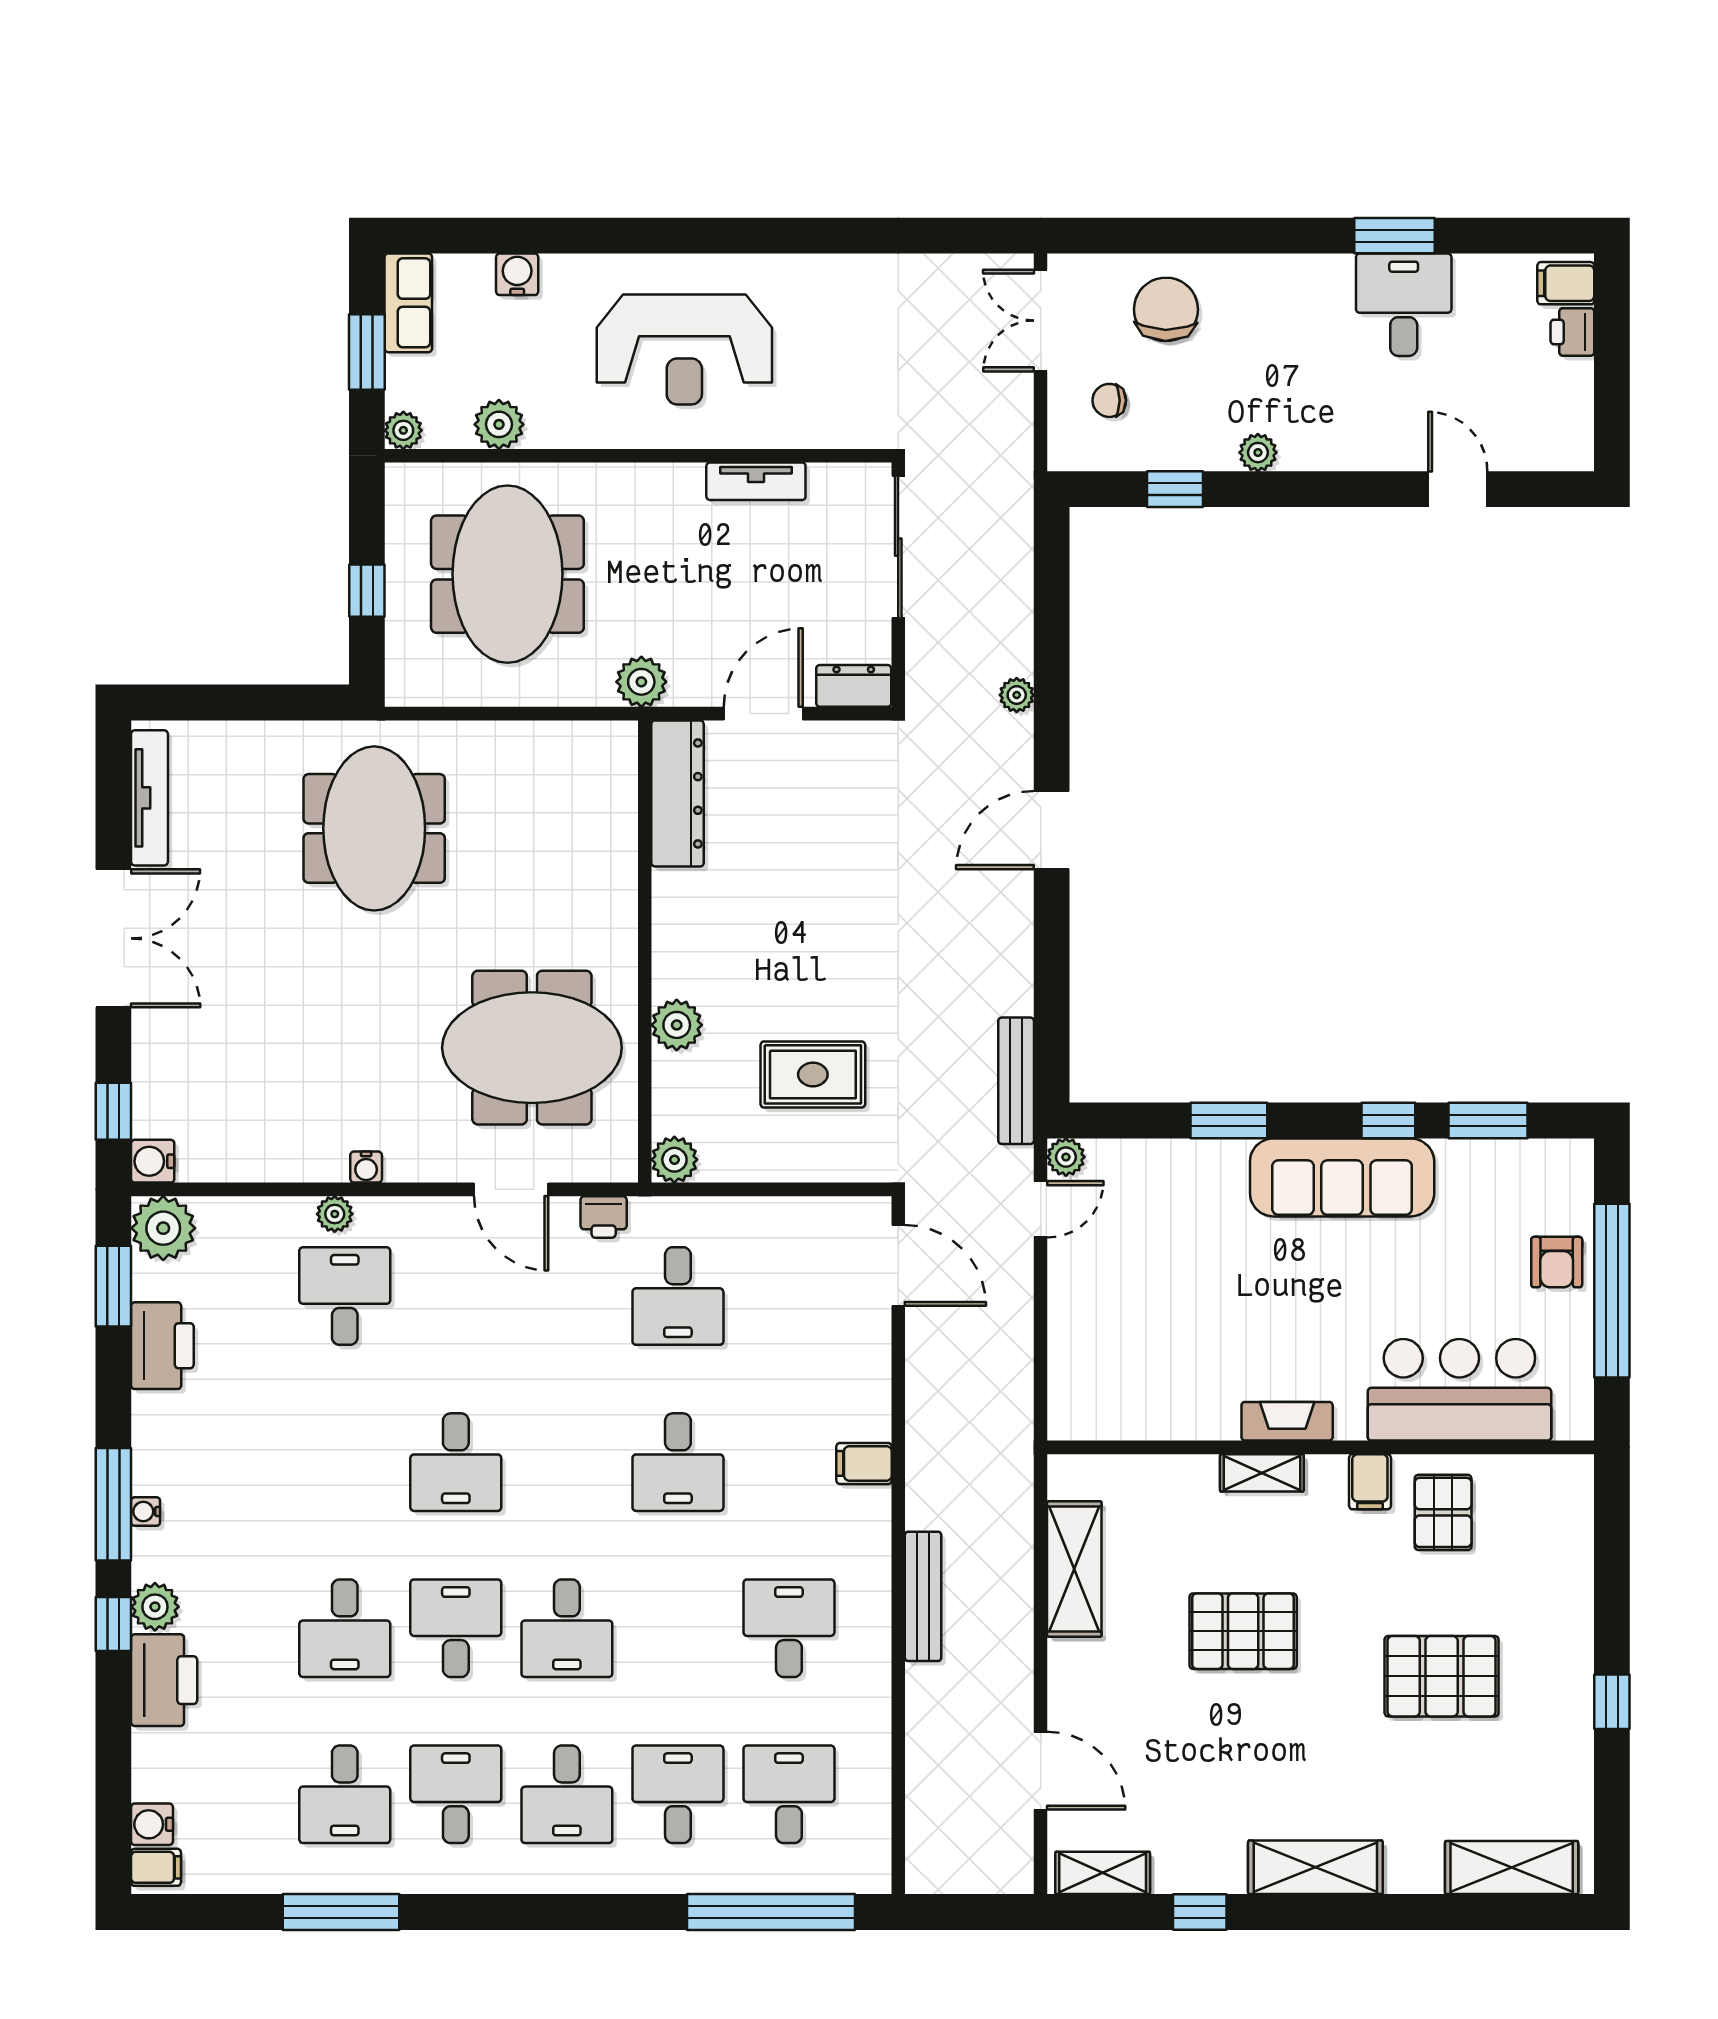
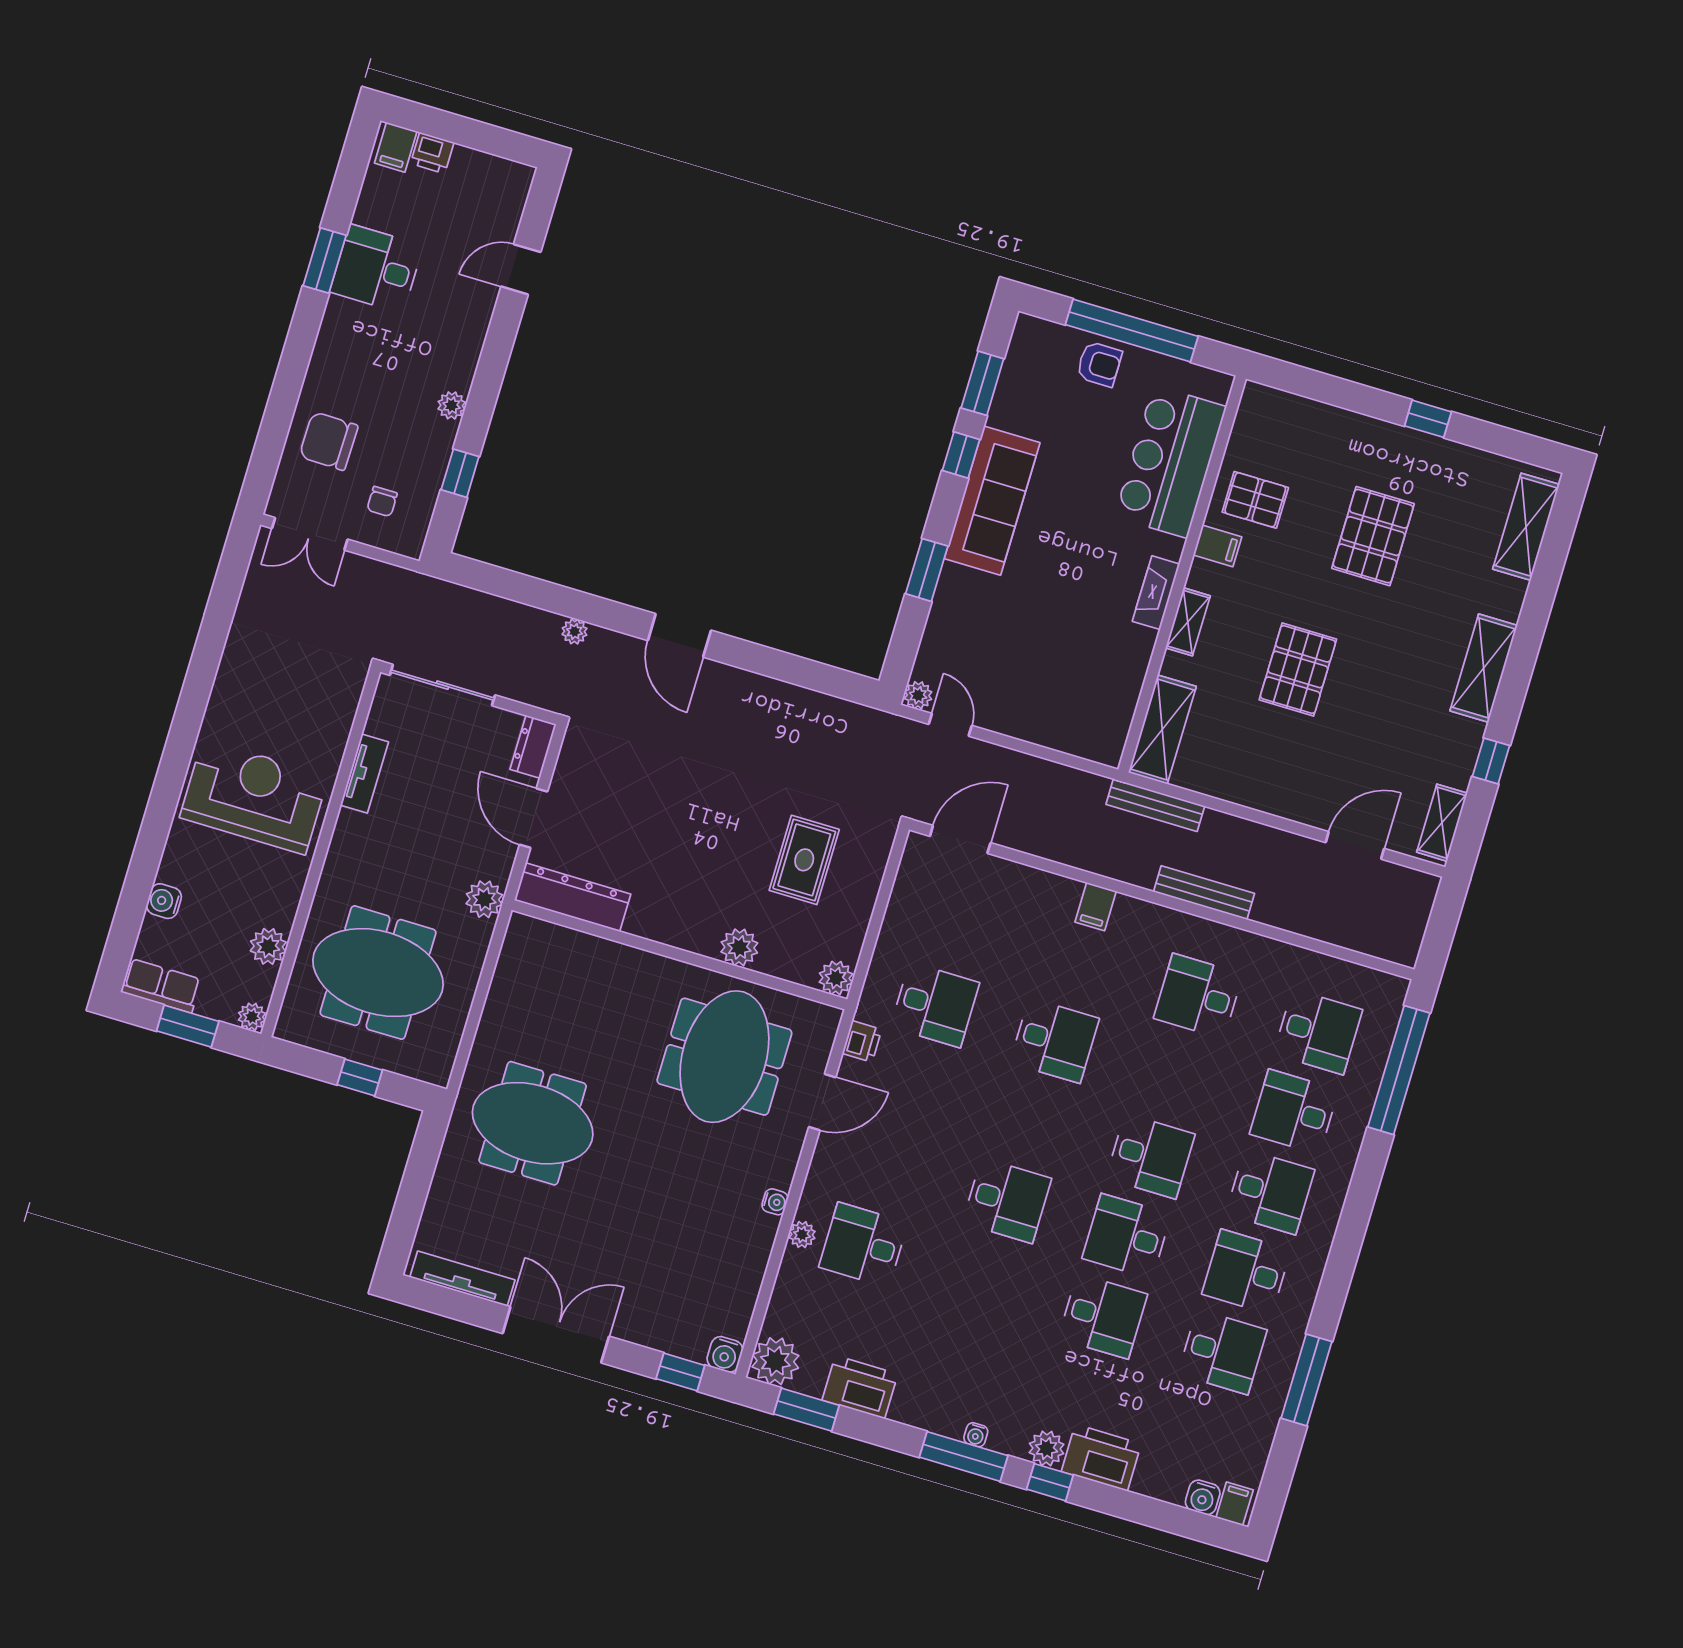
reception desk: (684, 349) -> (254, 797), turned -90
bench: (1016, 1081) -> (1155, 805), moved
shelving: (1074, 1569) -> (1162, 730), moved, turned 90
desk: (789, 1794) -> (1318, 1032), turned 180

